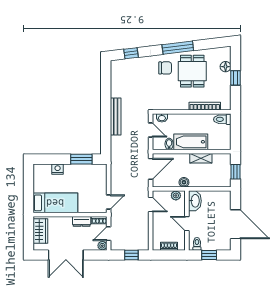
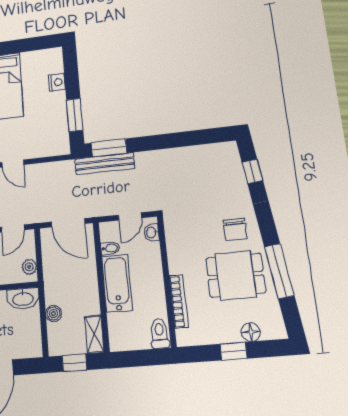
window: (178, 48) -> (279, 271), moved
bench: (116, 117) -> (105, 164), moved
window: (106, 139) -> (109, 148), added
shelving: (201, 158) -> (94, 334), moved
boiler: (184, 182) -> (53, 314), moved

